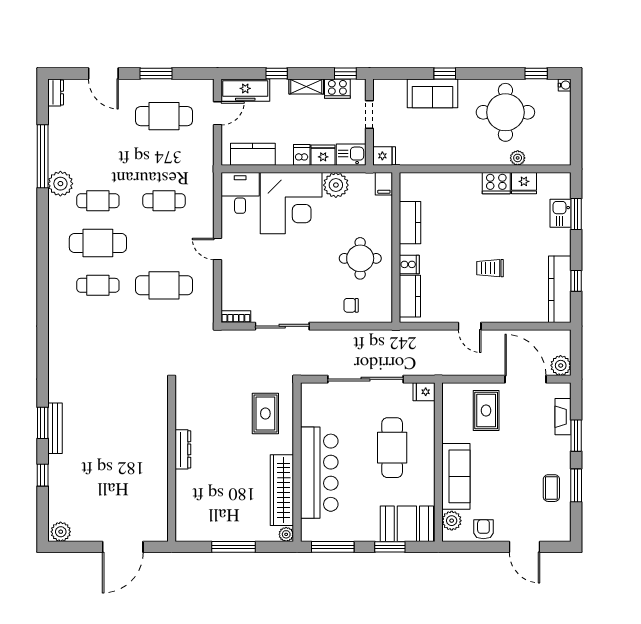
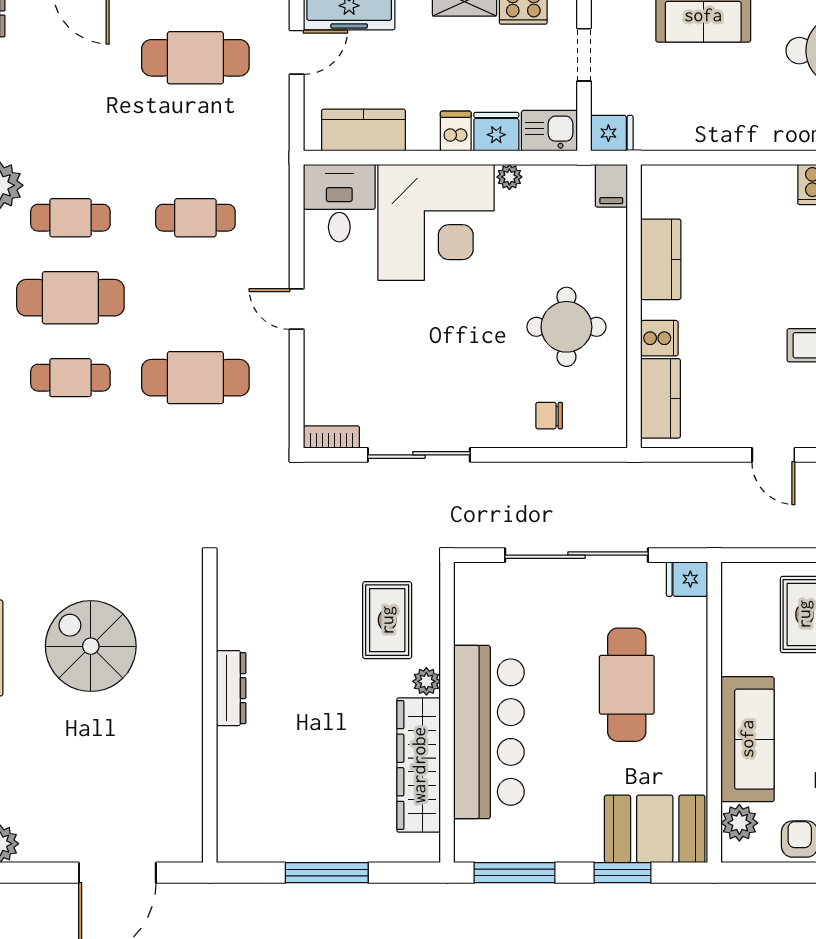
plant: (336, 185) -> (509, 177), width x0.53, depth x0.53
spiral stairs: (109, 427) -> (91, 646), added
plant: (286, 534) -> (426, 681), moved

